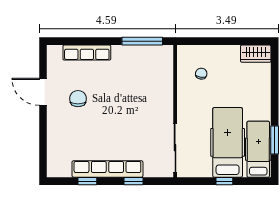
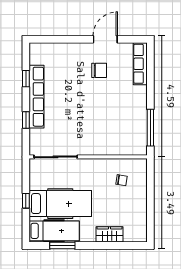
row of seats: (87, 53) -> (140, 64), moved
wardrobe: (256, 54) -> (109, 234), moved, turned 90

